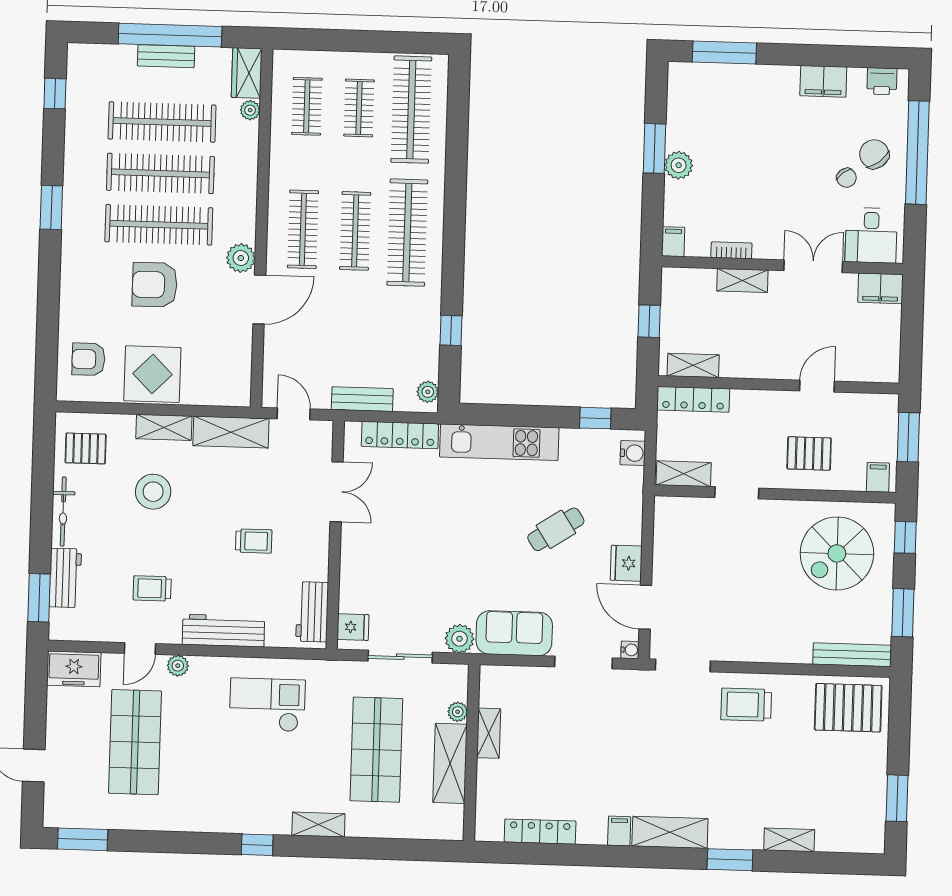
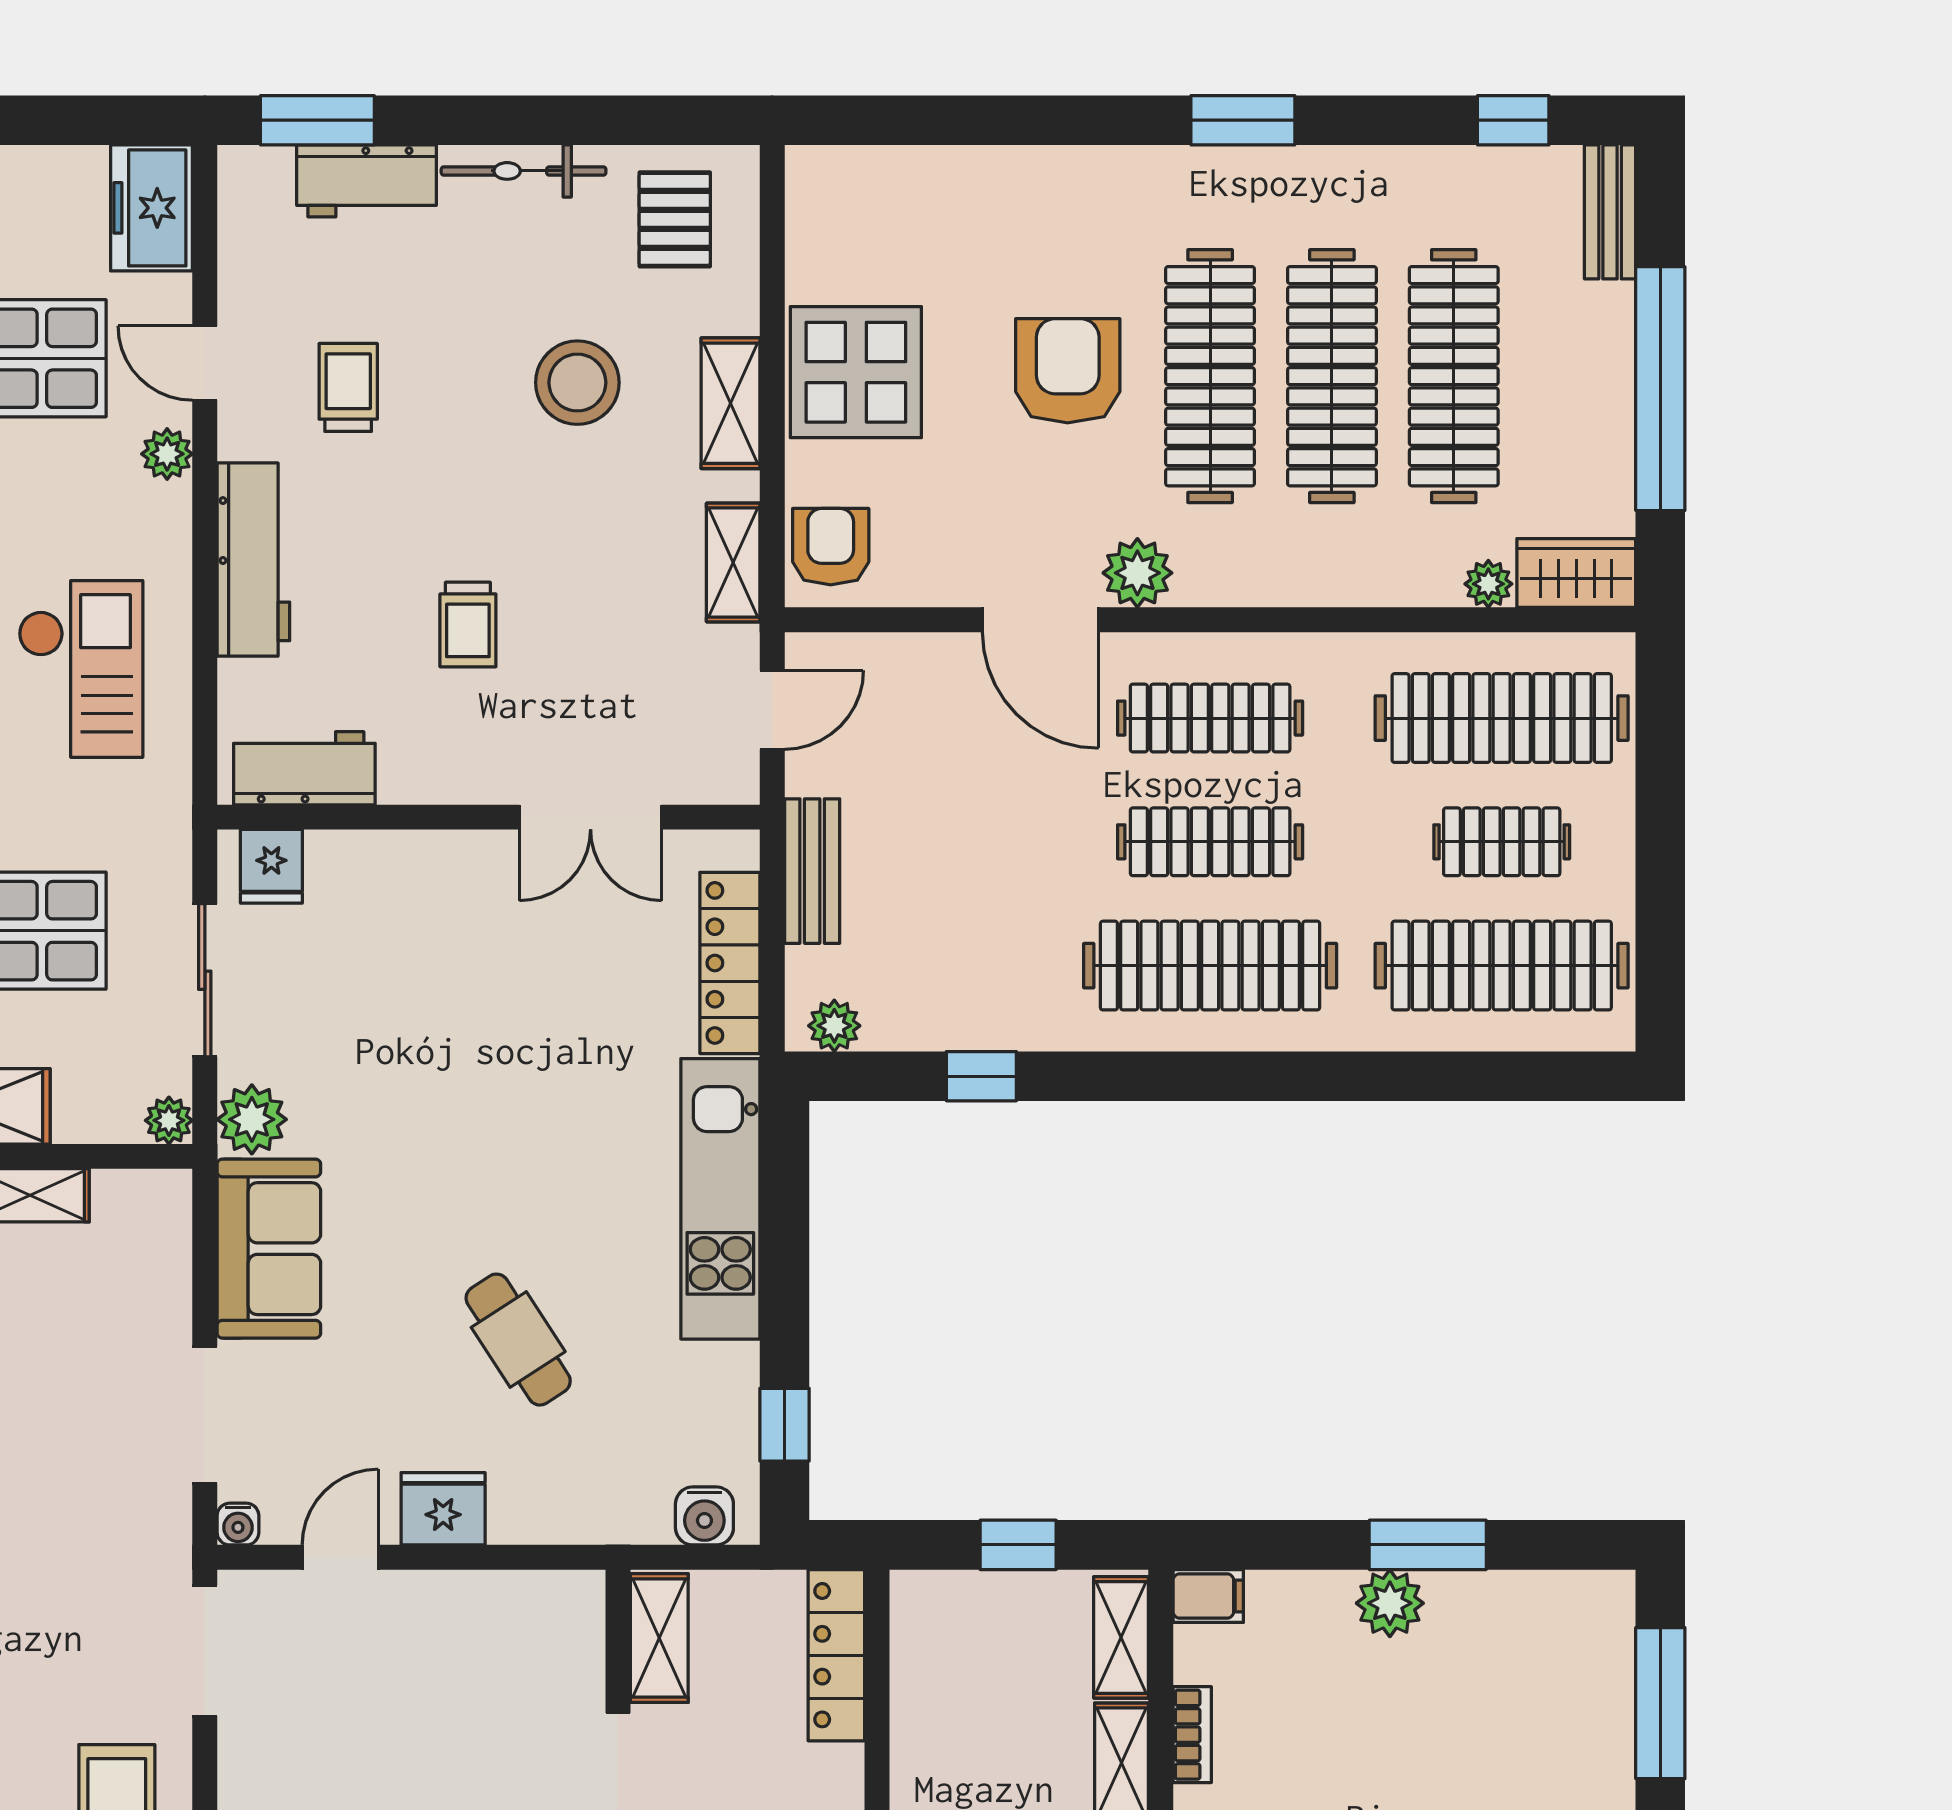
bench: (166, 56) -> (1610, 212), moved
clothes rail: (307, 106) -> (1502, 718), width x1.86, depth x1.31
armchair: (88, 359) -> (831, 547), moved
shelving: (693, 365) -> (1121, 1637), moved
shelving: (231, 432) -> (733, 563), width x0.67, depth x0.75
door: (645, 607) -> (340, 1557), width x0.73
plant: (458, 712) -> (169, 1120), moved

